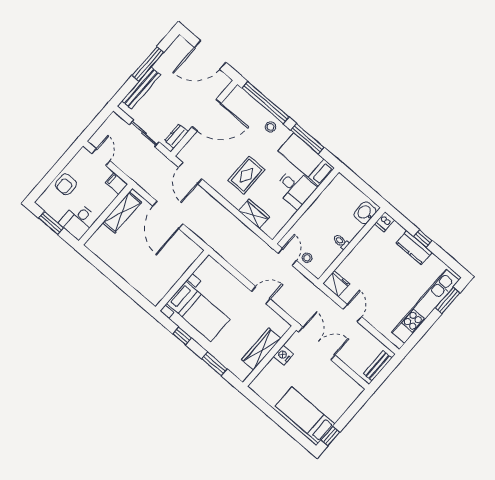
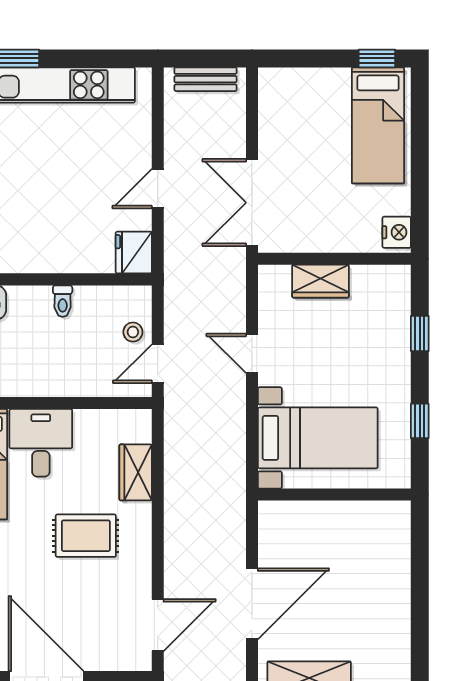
bed with nightstands: (198, 311) -> (318, 438), moved, turned 90
wardrobe: (261, 349) -> (320, 281), width x0.67
nightstand: (283, 355) -> (397, 232), moved, turned -90
window: (214, 364) -> (420, 334), width x0.67

